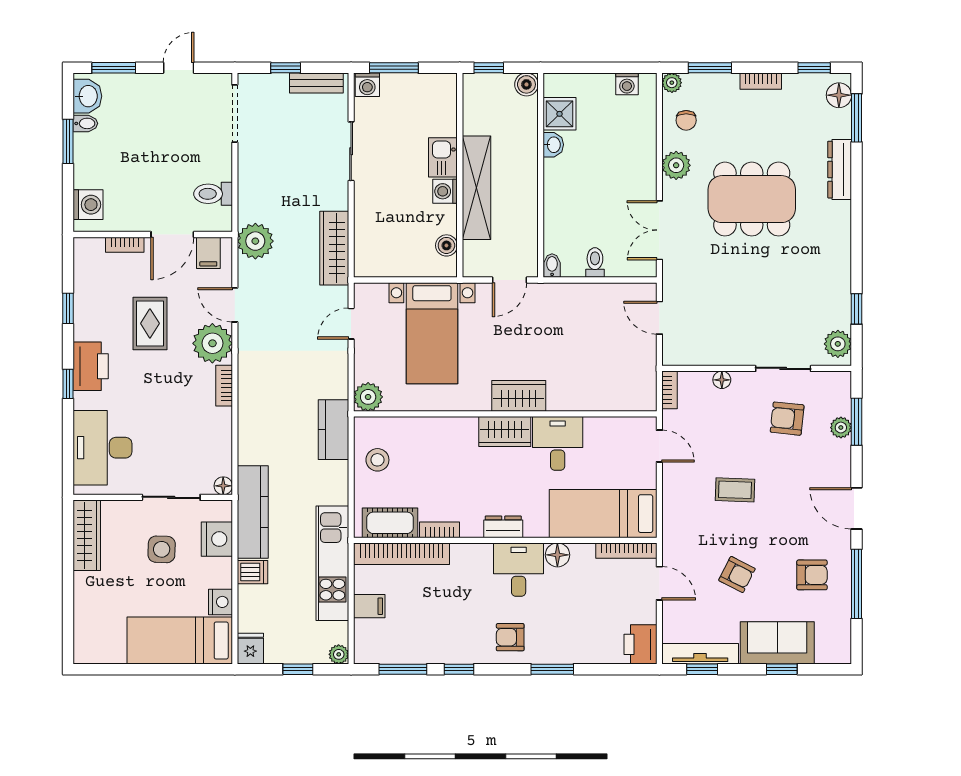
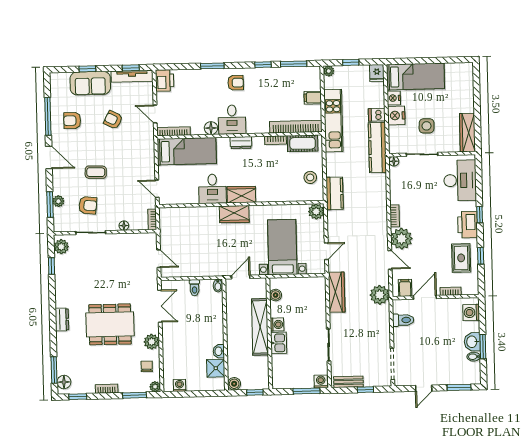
washbasin: (87, 96) -> (472, 342), moved
dresser: (840, 170) -> (62, 319), moved, width x0.70
rug: (150, 323) -> (461, 258), moved
coffee table: (735, 490) -> (96, 172), moved
nightstand: (217, 539) -> (396, 115), moved

